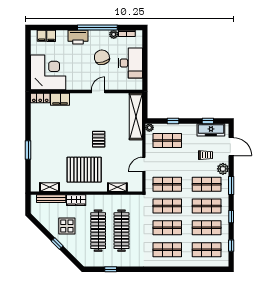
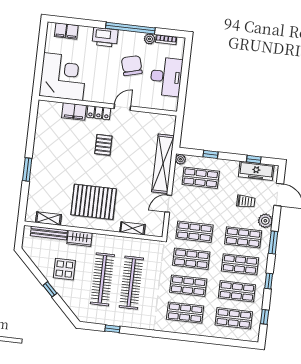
locker: (40, 98) -> (99, 113), moved
shelving: (136, 117) -> (163, 164), moved
pallet: (99, 139) -> (103, 145), moved

